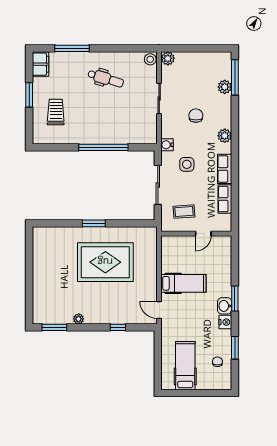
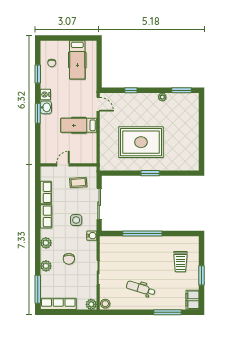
row of seats: (209, 59) -> (58, 304), added
plant: (225, 87) -> (46, 266), moved

